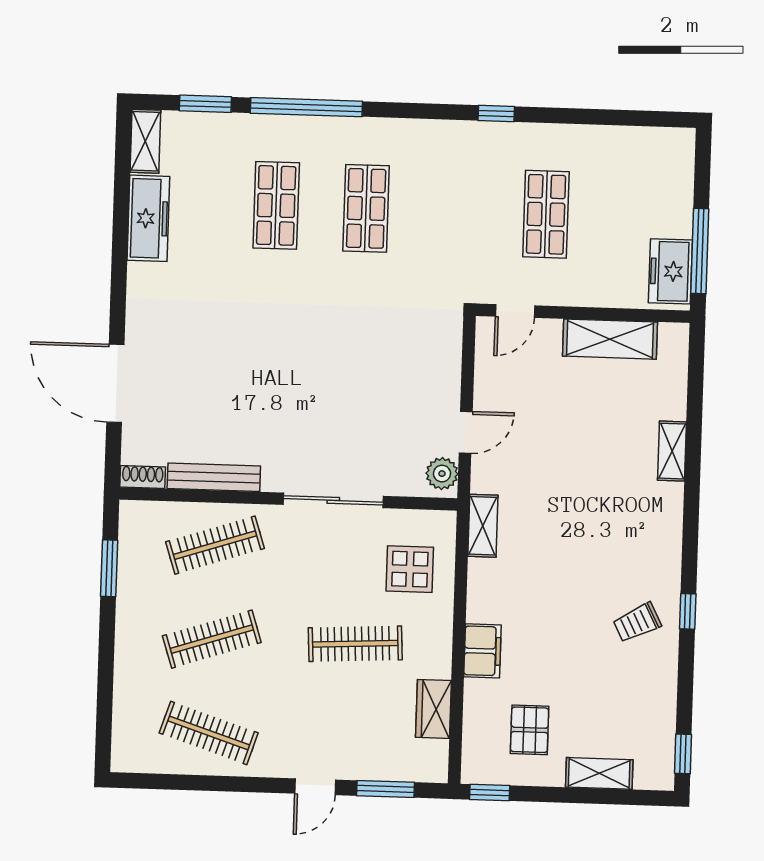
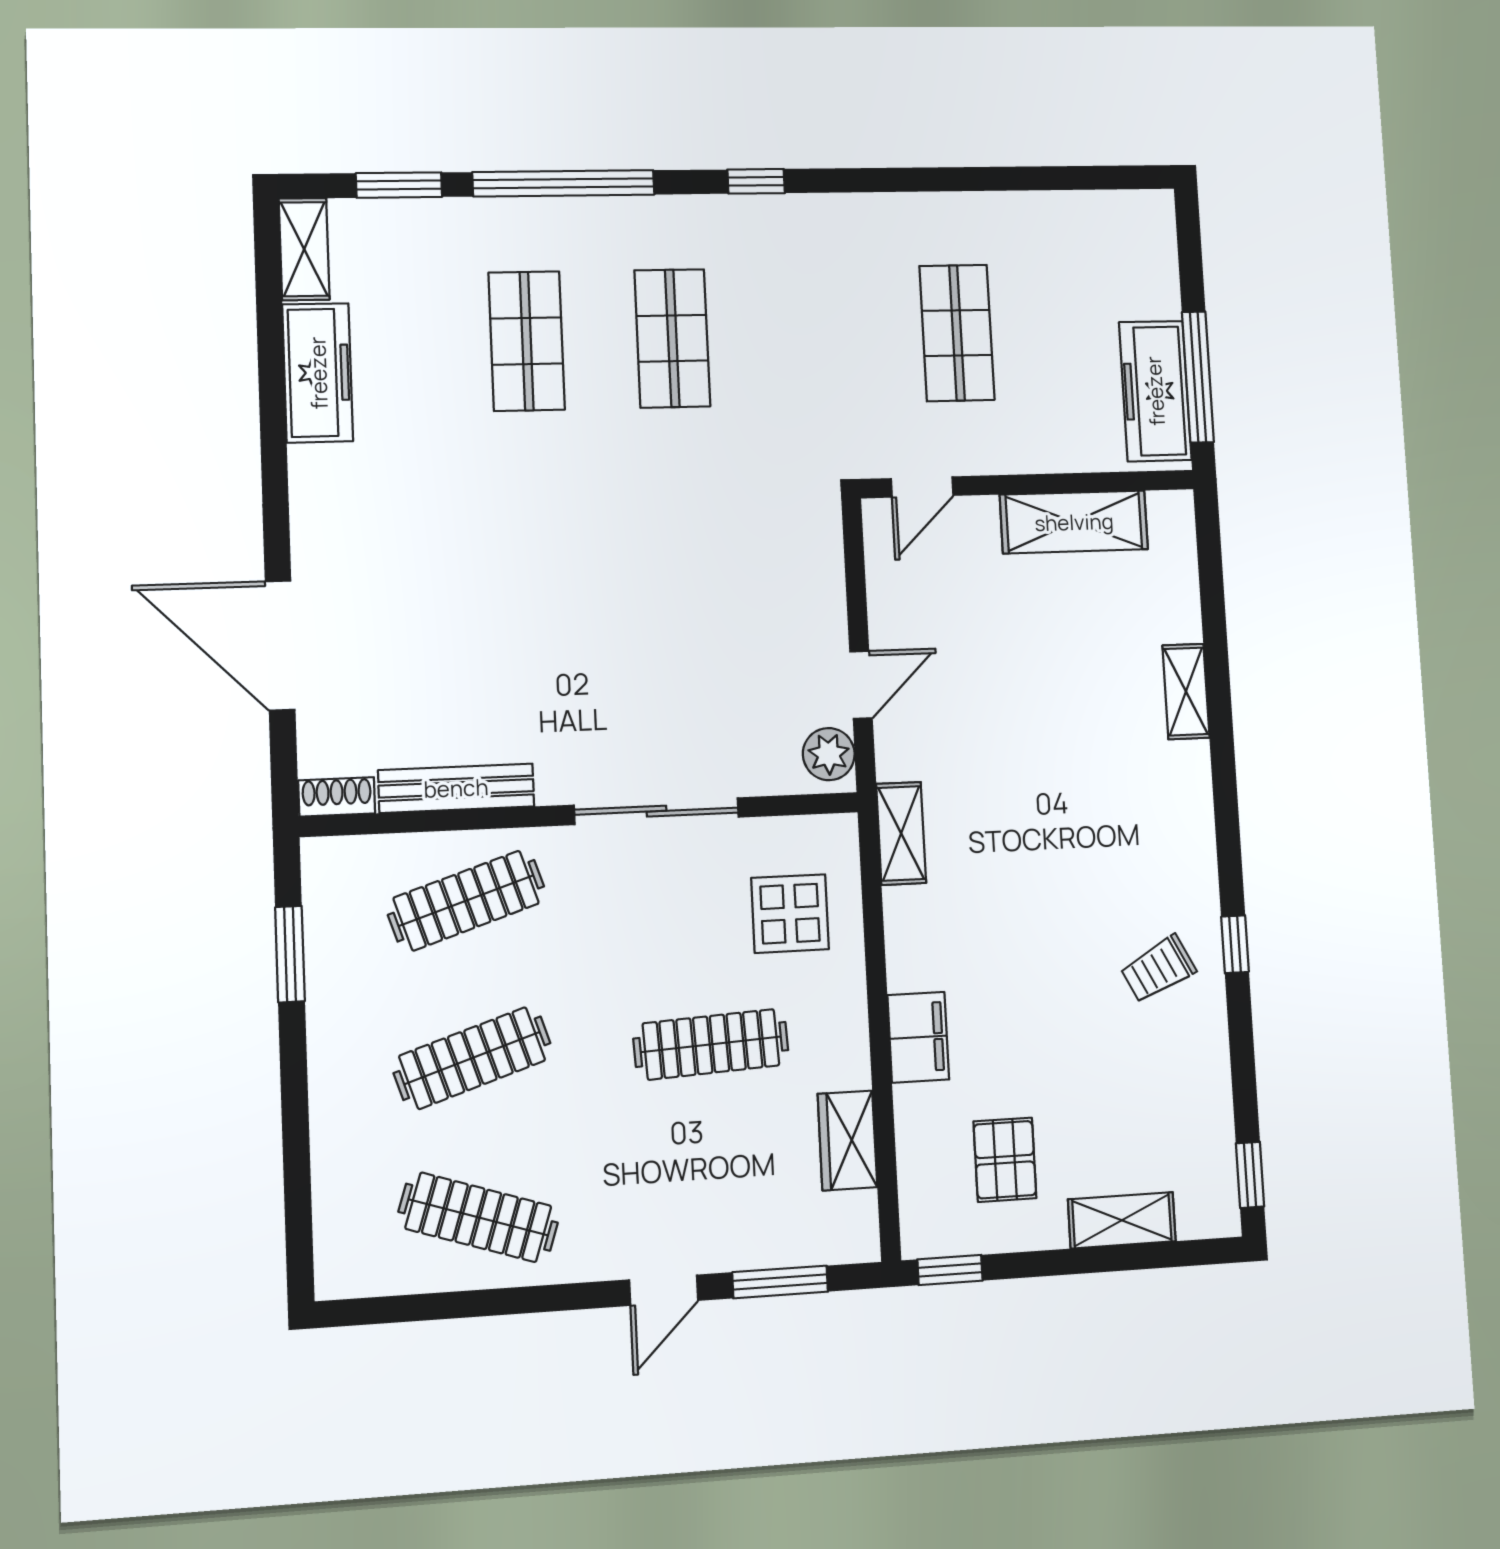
window: (496, 113) -> (756, 181), moved
freezer: (670, 271) -> (1155, 391), width x1.40

